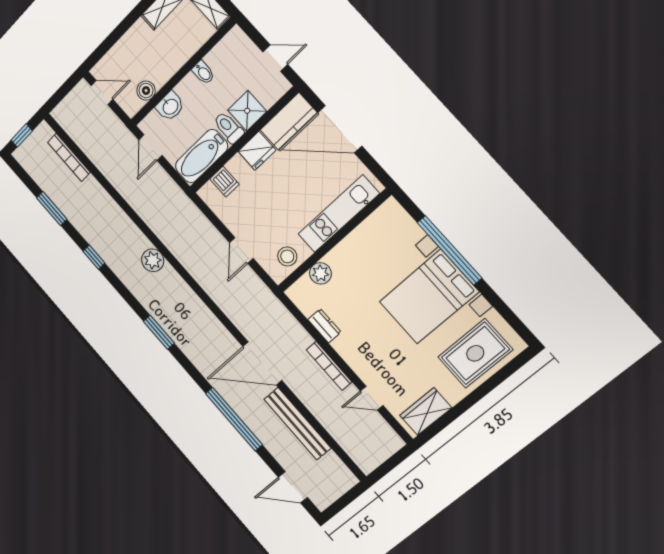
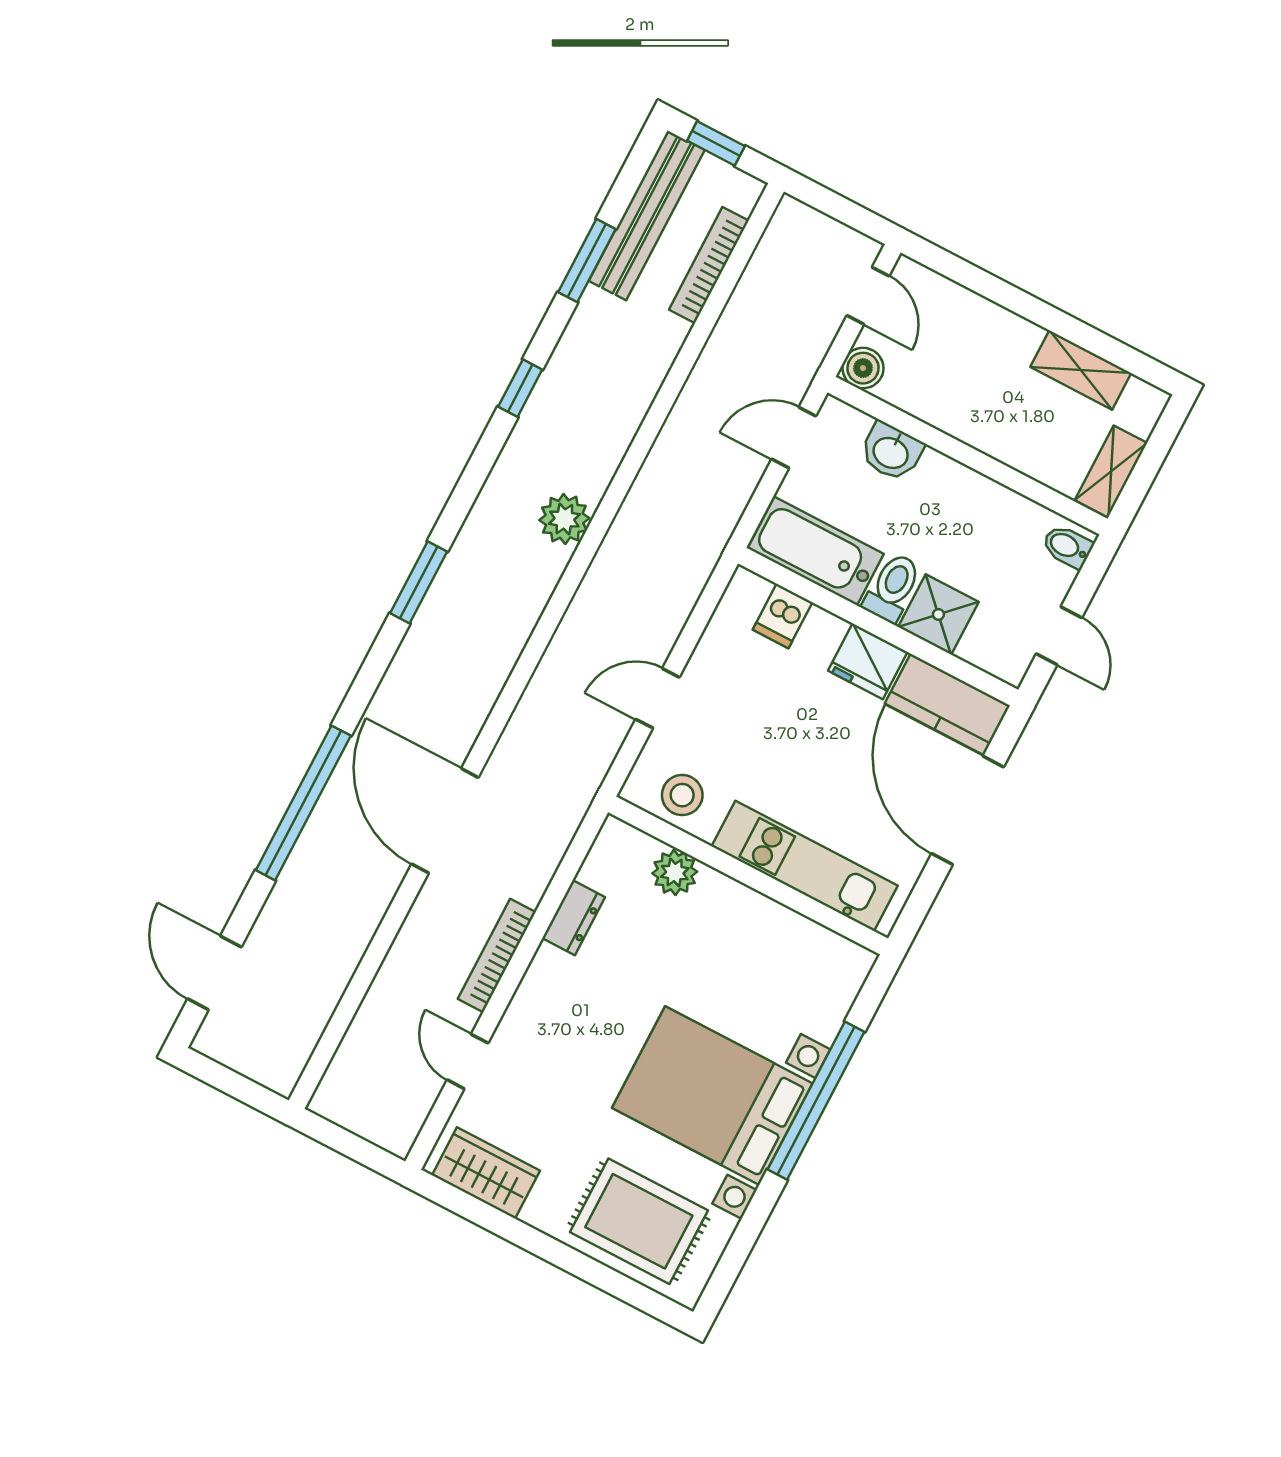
bidet: (203, 73) -> (1067, 546), moved, turned 90
boiler: (146, 91) -> (863, 368), moved
bench: (297, 424) -> (647, 215), moved

